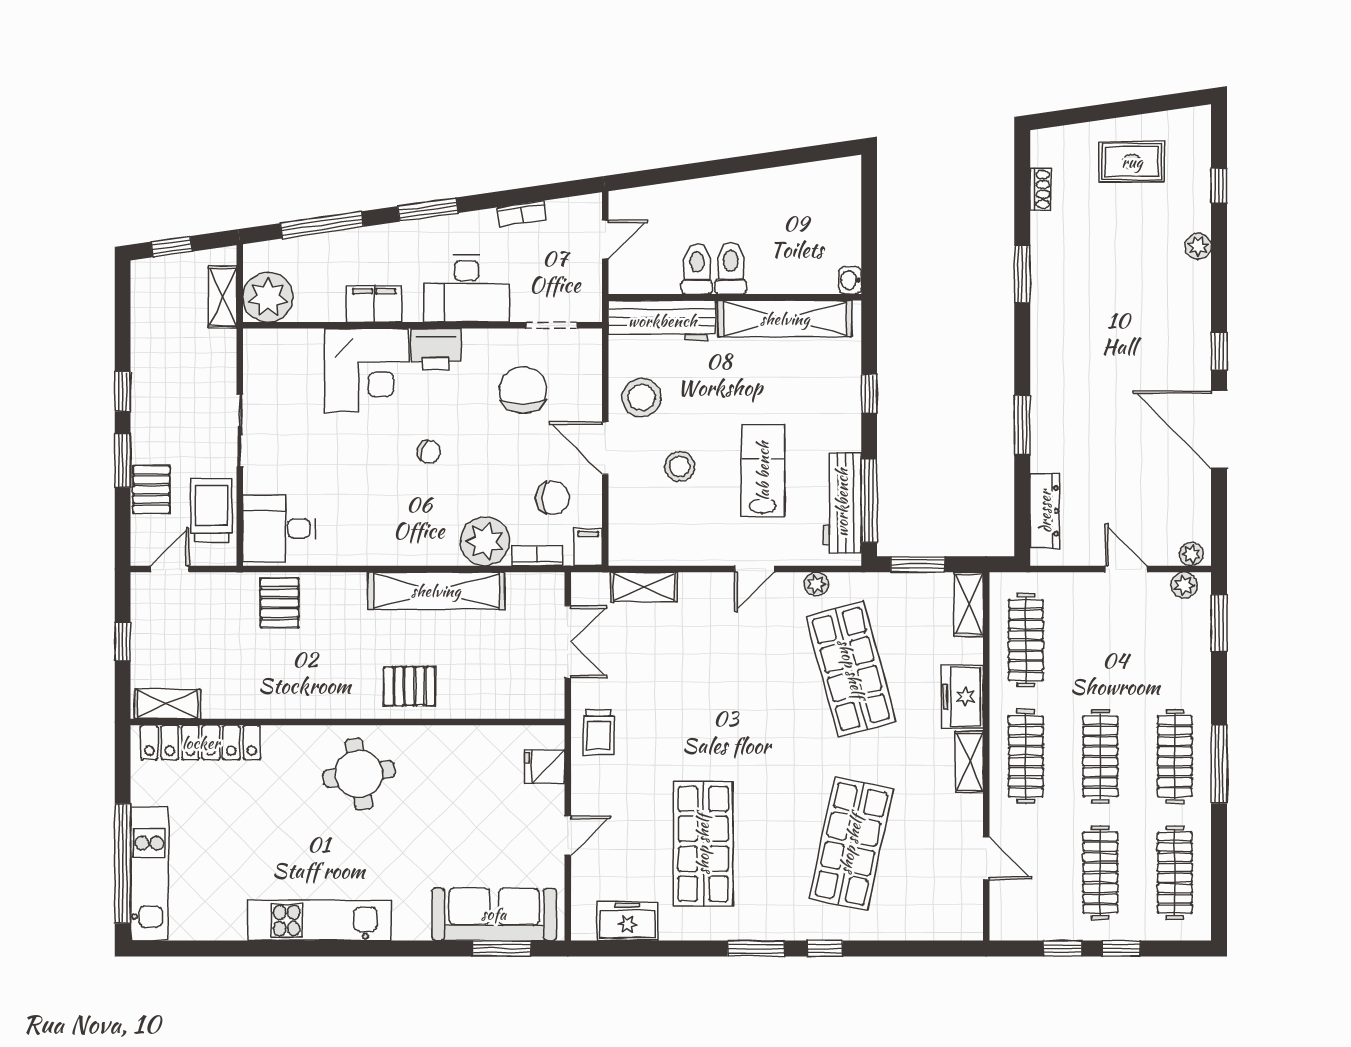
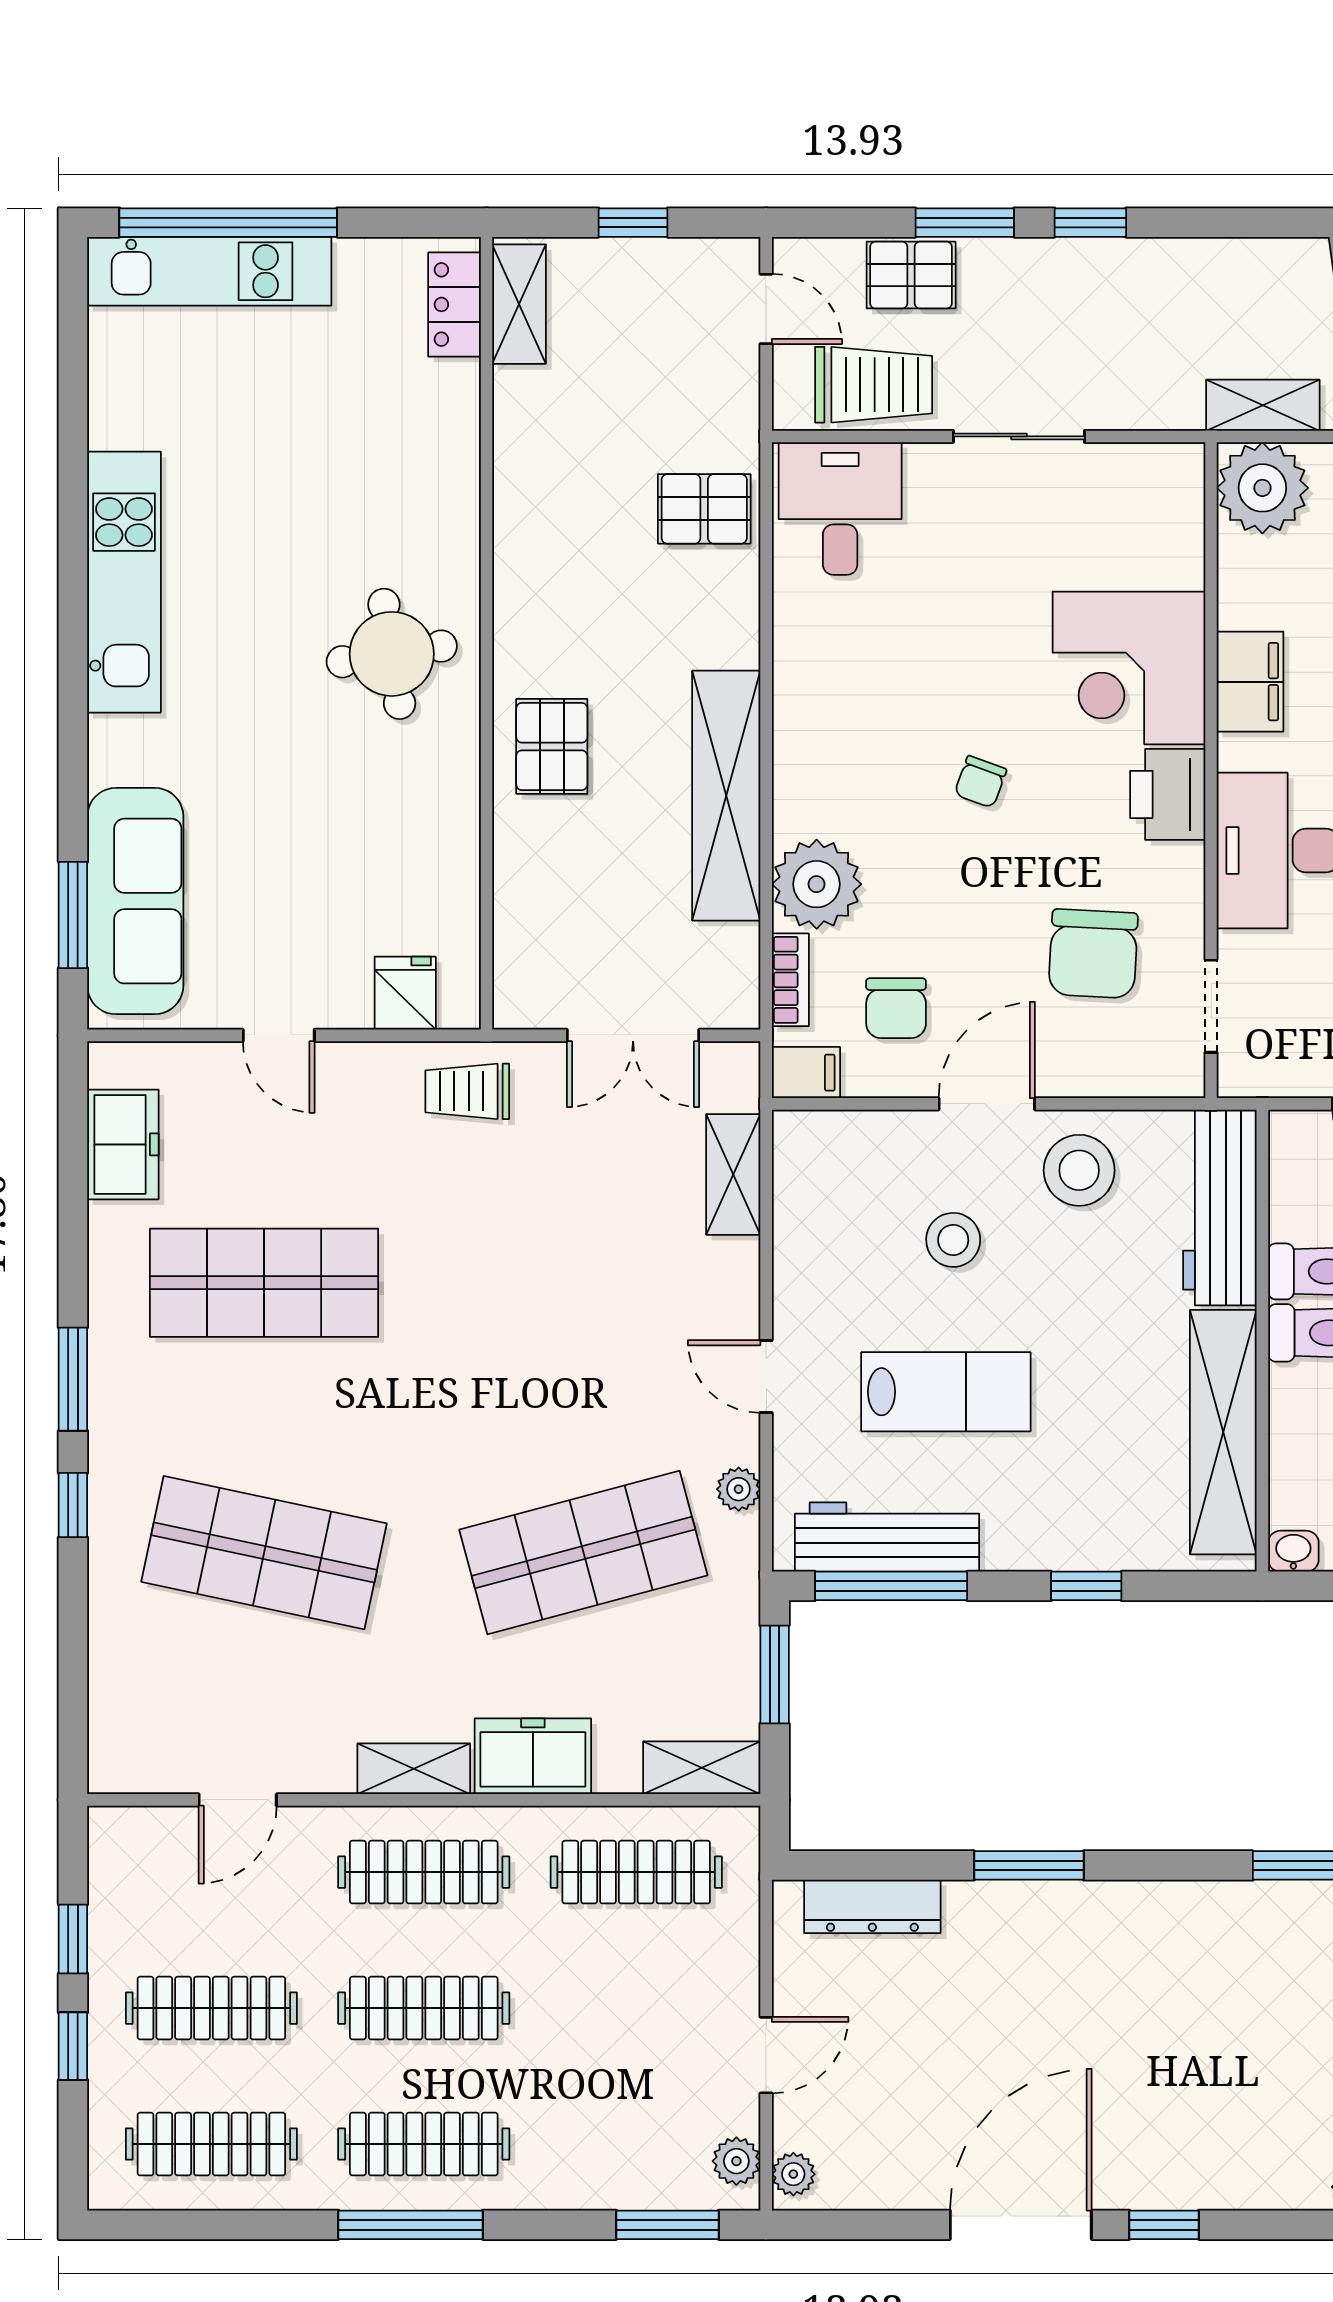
chair: (523, 390) -> (1093, 954), turned 93
locker: (201, 743) -> (455, 304), width x0.46, depth x0.83

